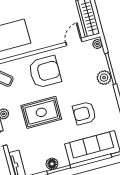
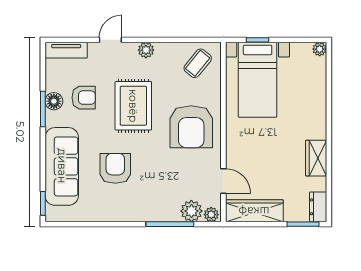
plant: (104, 78) -> (191, 211), moved
armchair: (45, 145) -> (84, 98), added

